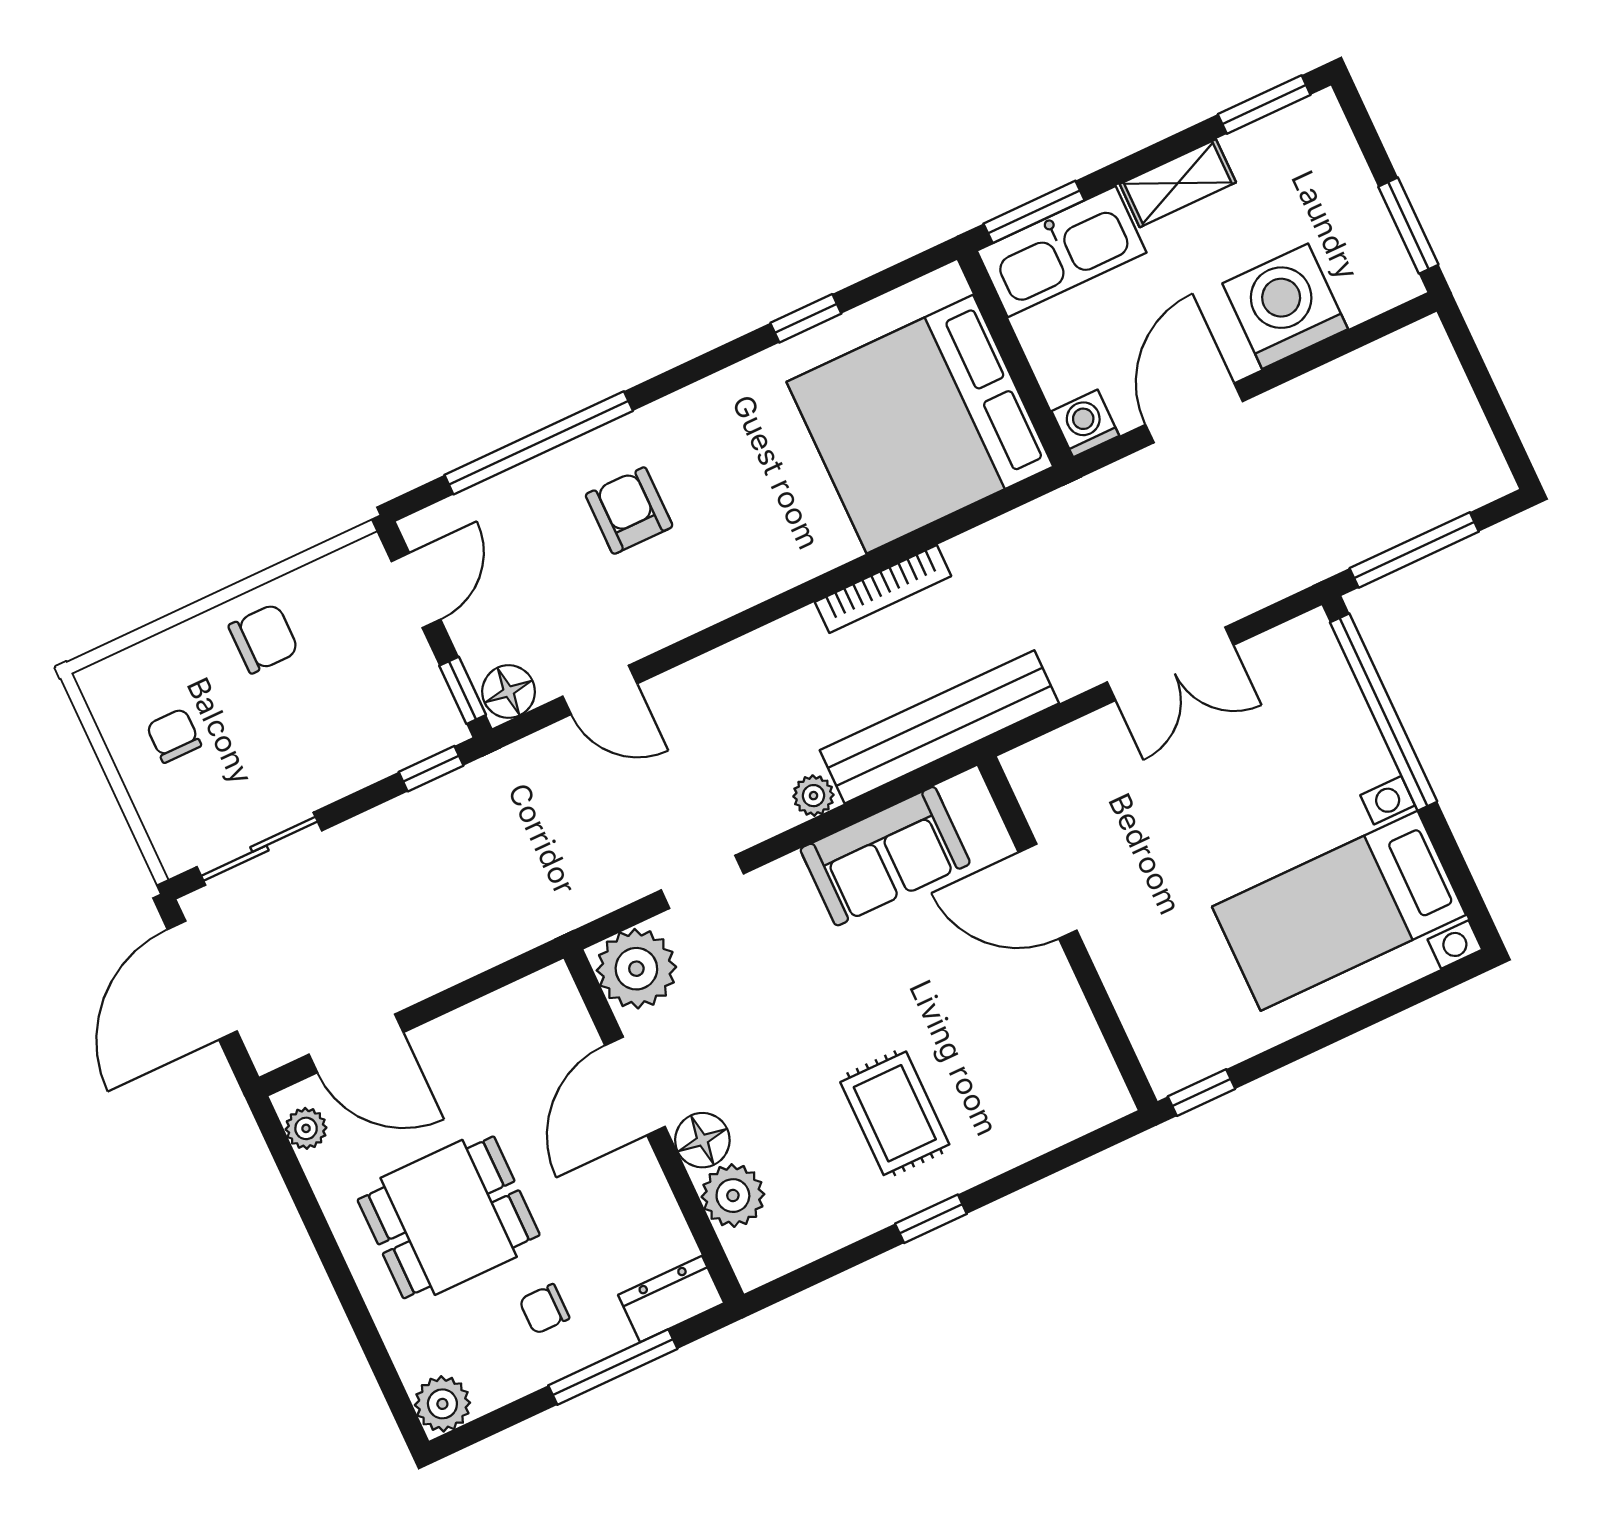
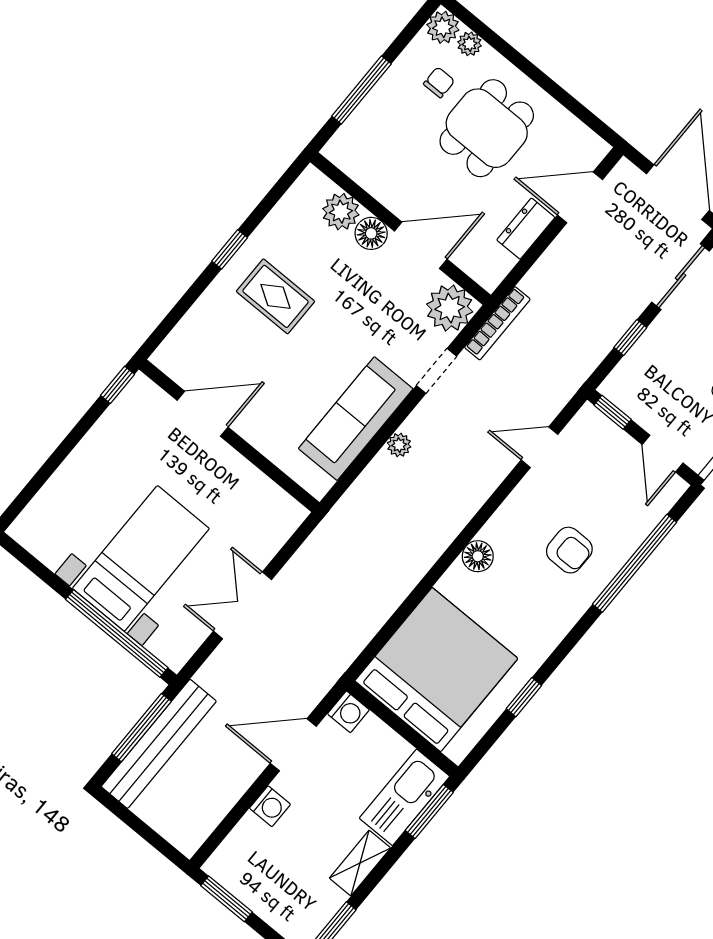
washing machine: (1285, 306) -> (270, 806), width x0.53, depth x0.53
door: (1194, 413) -> (293, 745), swing flipped
bookcase: (883, 589) -> (497, 323), moved, turned 180
floor lamp: (509, 692) -> (478, 556), moved
bench: (939, 727) -> (159, 744), moved
window: (431, 769) -> (630, 337), moved
sofa: (885, 856) -> (356, 419), width x1.36
door: (1048, 891) -> (203, 414), moved
bed with nightstands: (1339, 911) -> (141, 558), moved
door: (635, 1086) -> (421, 245), hinge flipped
plant: (306, 1128) -> (470, 44), moved
dresser: (671, 1299) -> (526, 229), moved, turned 180
chair: (544, 1309) -> (439, 82), moved

